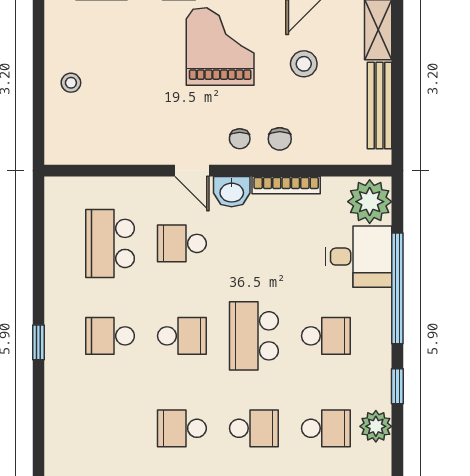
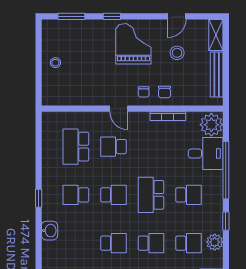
washbasin: (232, 192) -> (50, 231), moved, turned -90
school desk: (182, 428) -> (113, 243), turned 180

